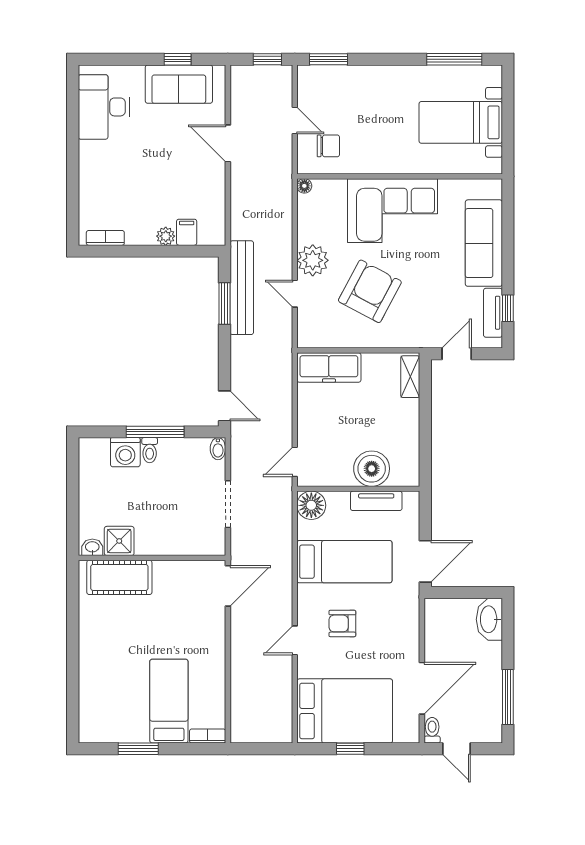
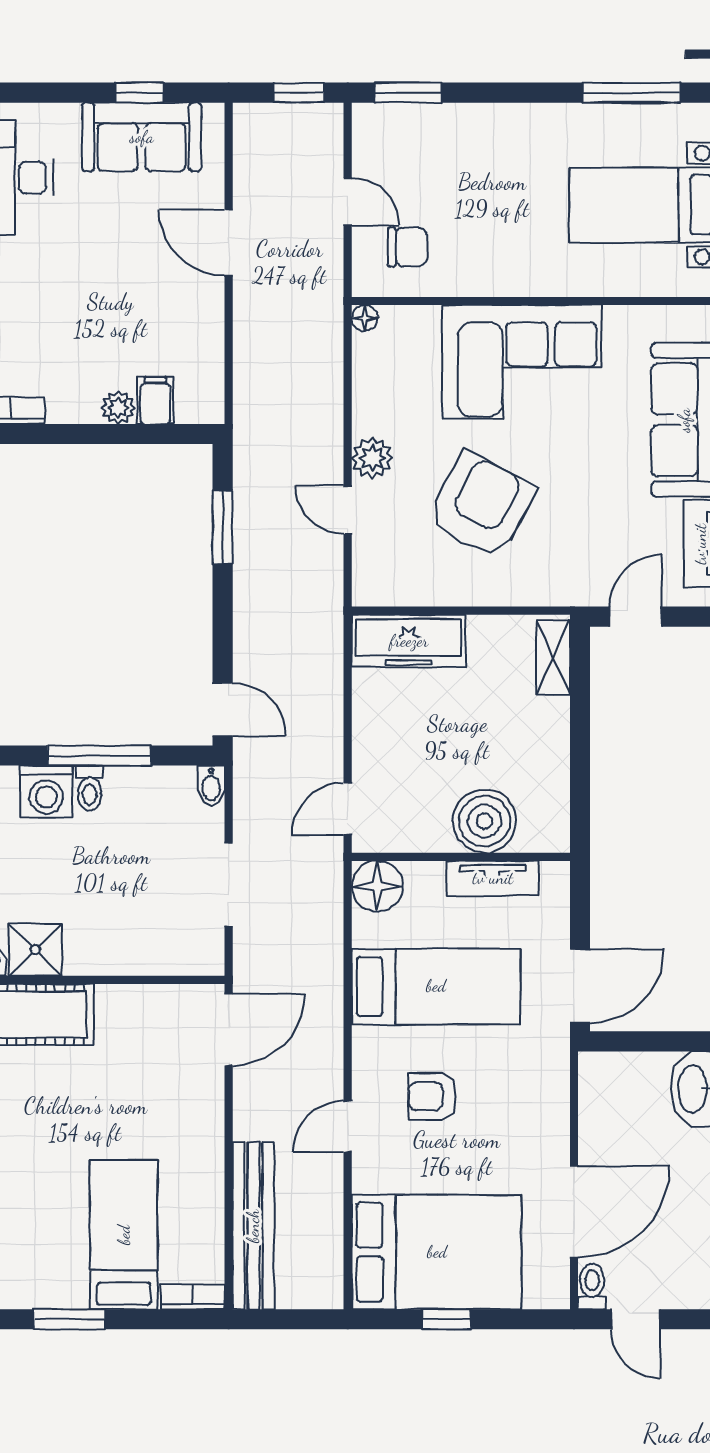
plant: (313, 260) -> (372, 458), width x0.73, depth x0.73
bench: (242, 288) -> (253, 1226), moved

